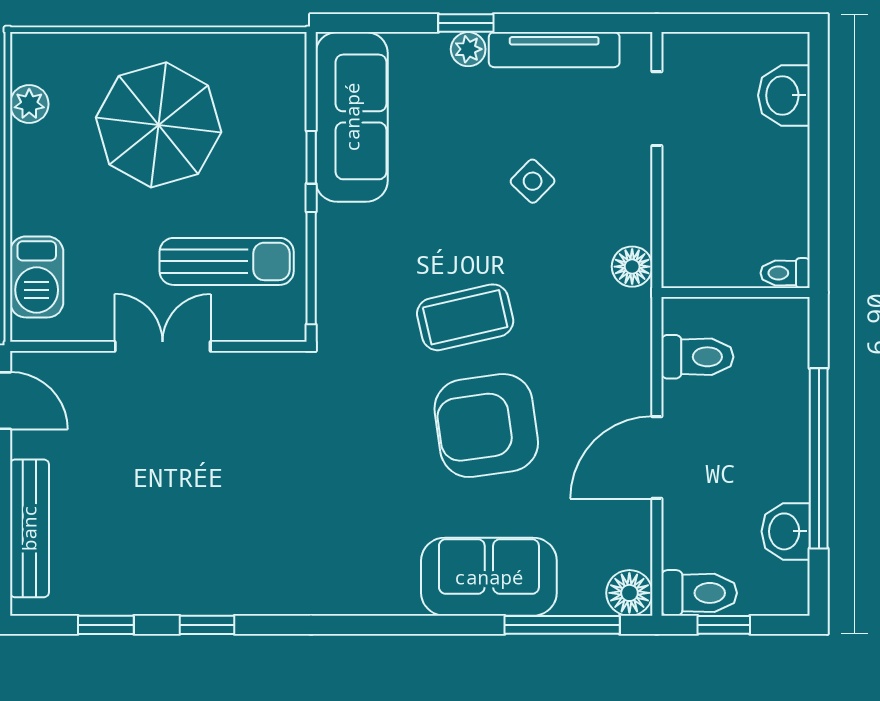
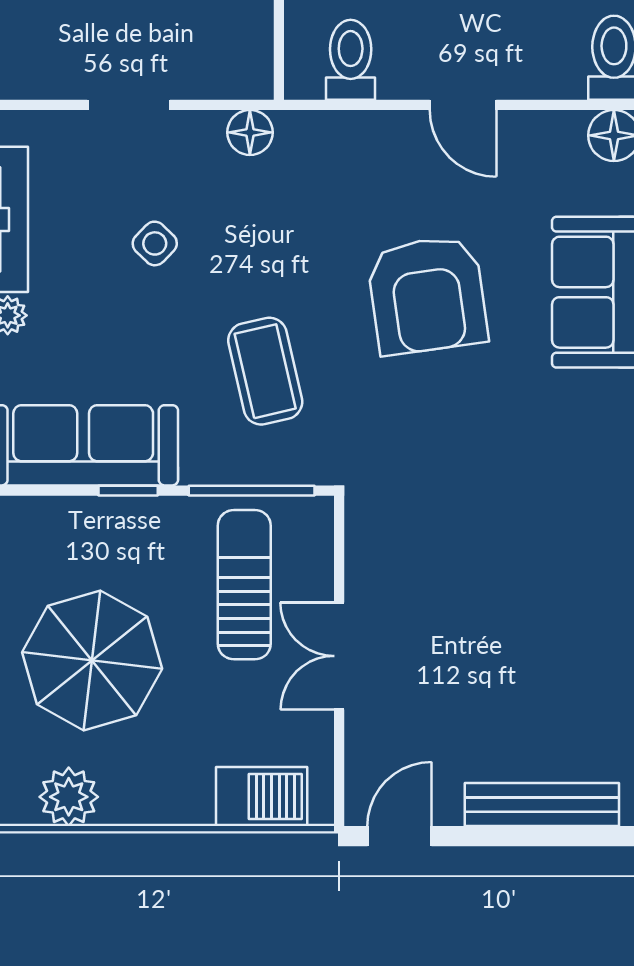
plant: (29, 104) -> (69, 797), width x1.38, depth x1.38
doorway: (657, 109) -> (129, 105), moved
coffee table: (465, 317) -> (265, 371), moved
door: (657, 458) -> (463, 105), width x0.73

